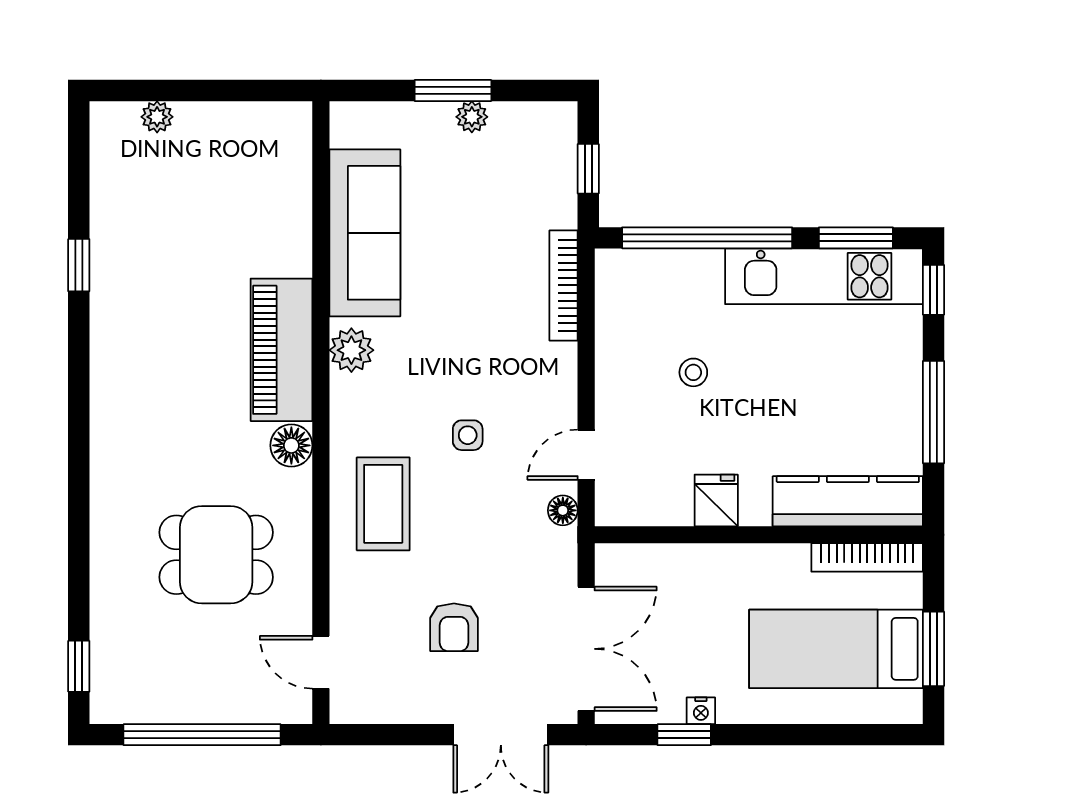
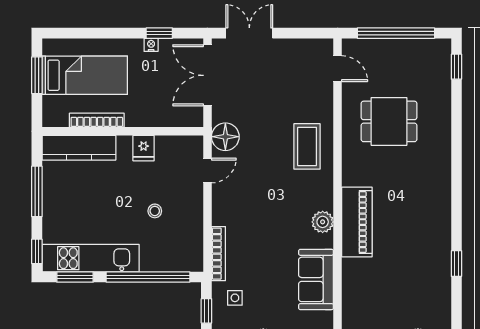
sofa: (365, 233) -> (316, 279), width x0.73
side table: (468, 435) -> (235, 298), moved
floor lamp: (291, 445) -> (352, 175), removed
floor lamp: (563, 510) -> (225, 137), width x1.89, depth x1.89
bookcase: (867, 557) -> (97, 120), moved
armchair: (454, 627) -> (272, 86), removed

